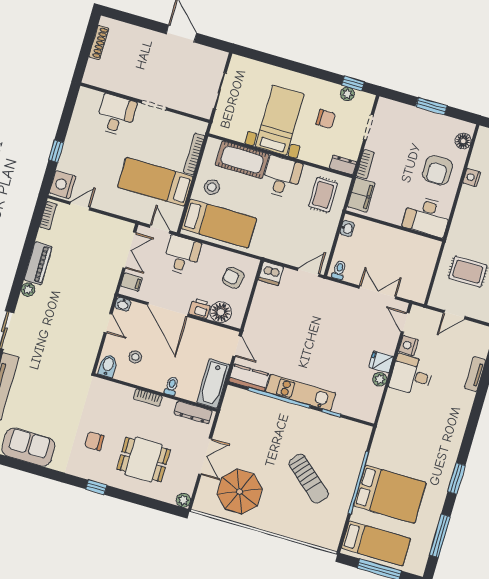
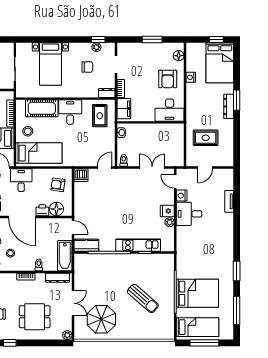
bed with nightstands: (280, 120) -> (50, 64), moved, turned 180
kitchen unit: (301, 392) -> (138, 245), moved

